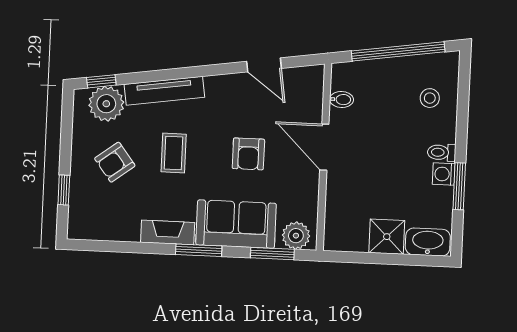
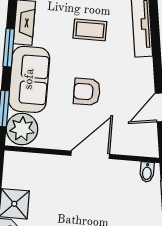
bidet: (341, 99) -> (147, 172), moved
plant: (296, 236) -> (22, 129), width x1.36, depth x1.36

